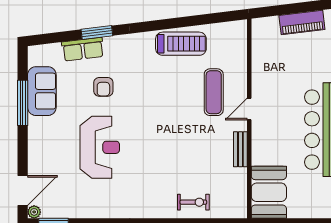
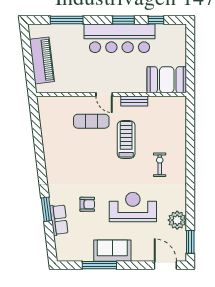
piano: (302, 22) -> (42, 60), width x1.37, depth x1.33
treadmill: (181, 44) -> (126, 140), moved
sofa: (42, 91) -> (112, 251), moved
exercise bike: (193, 202) -> (160, 165), moved
plant: (34, 212) -> (177, 220), moved, width x1.87, depth x1.87

